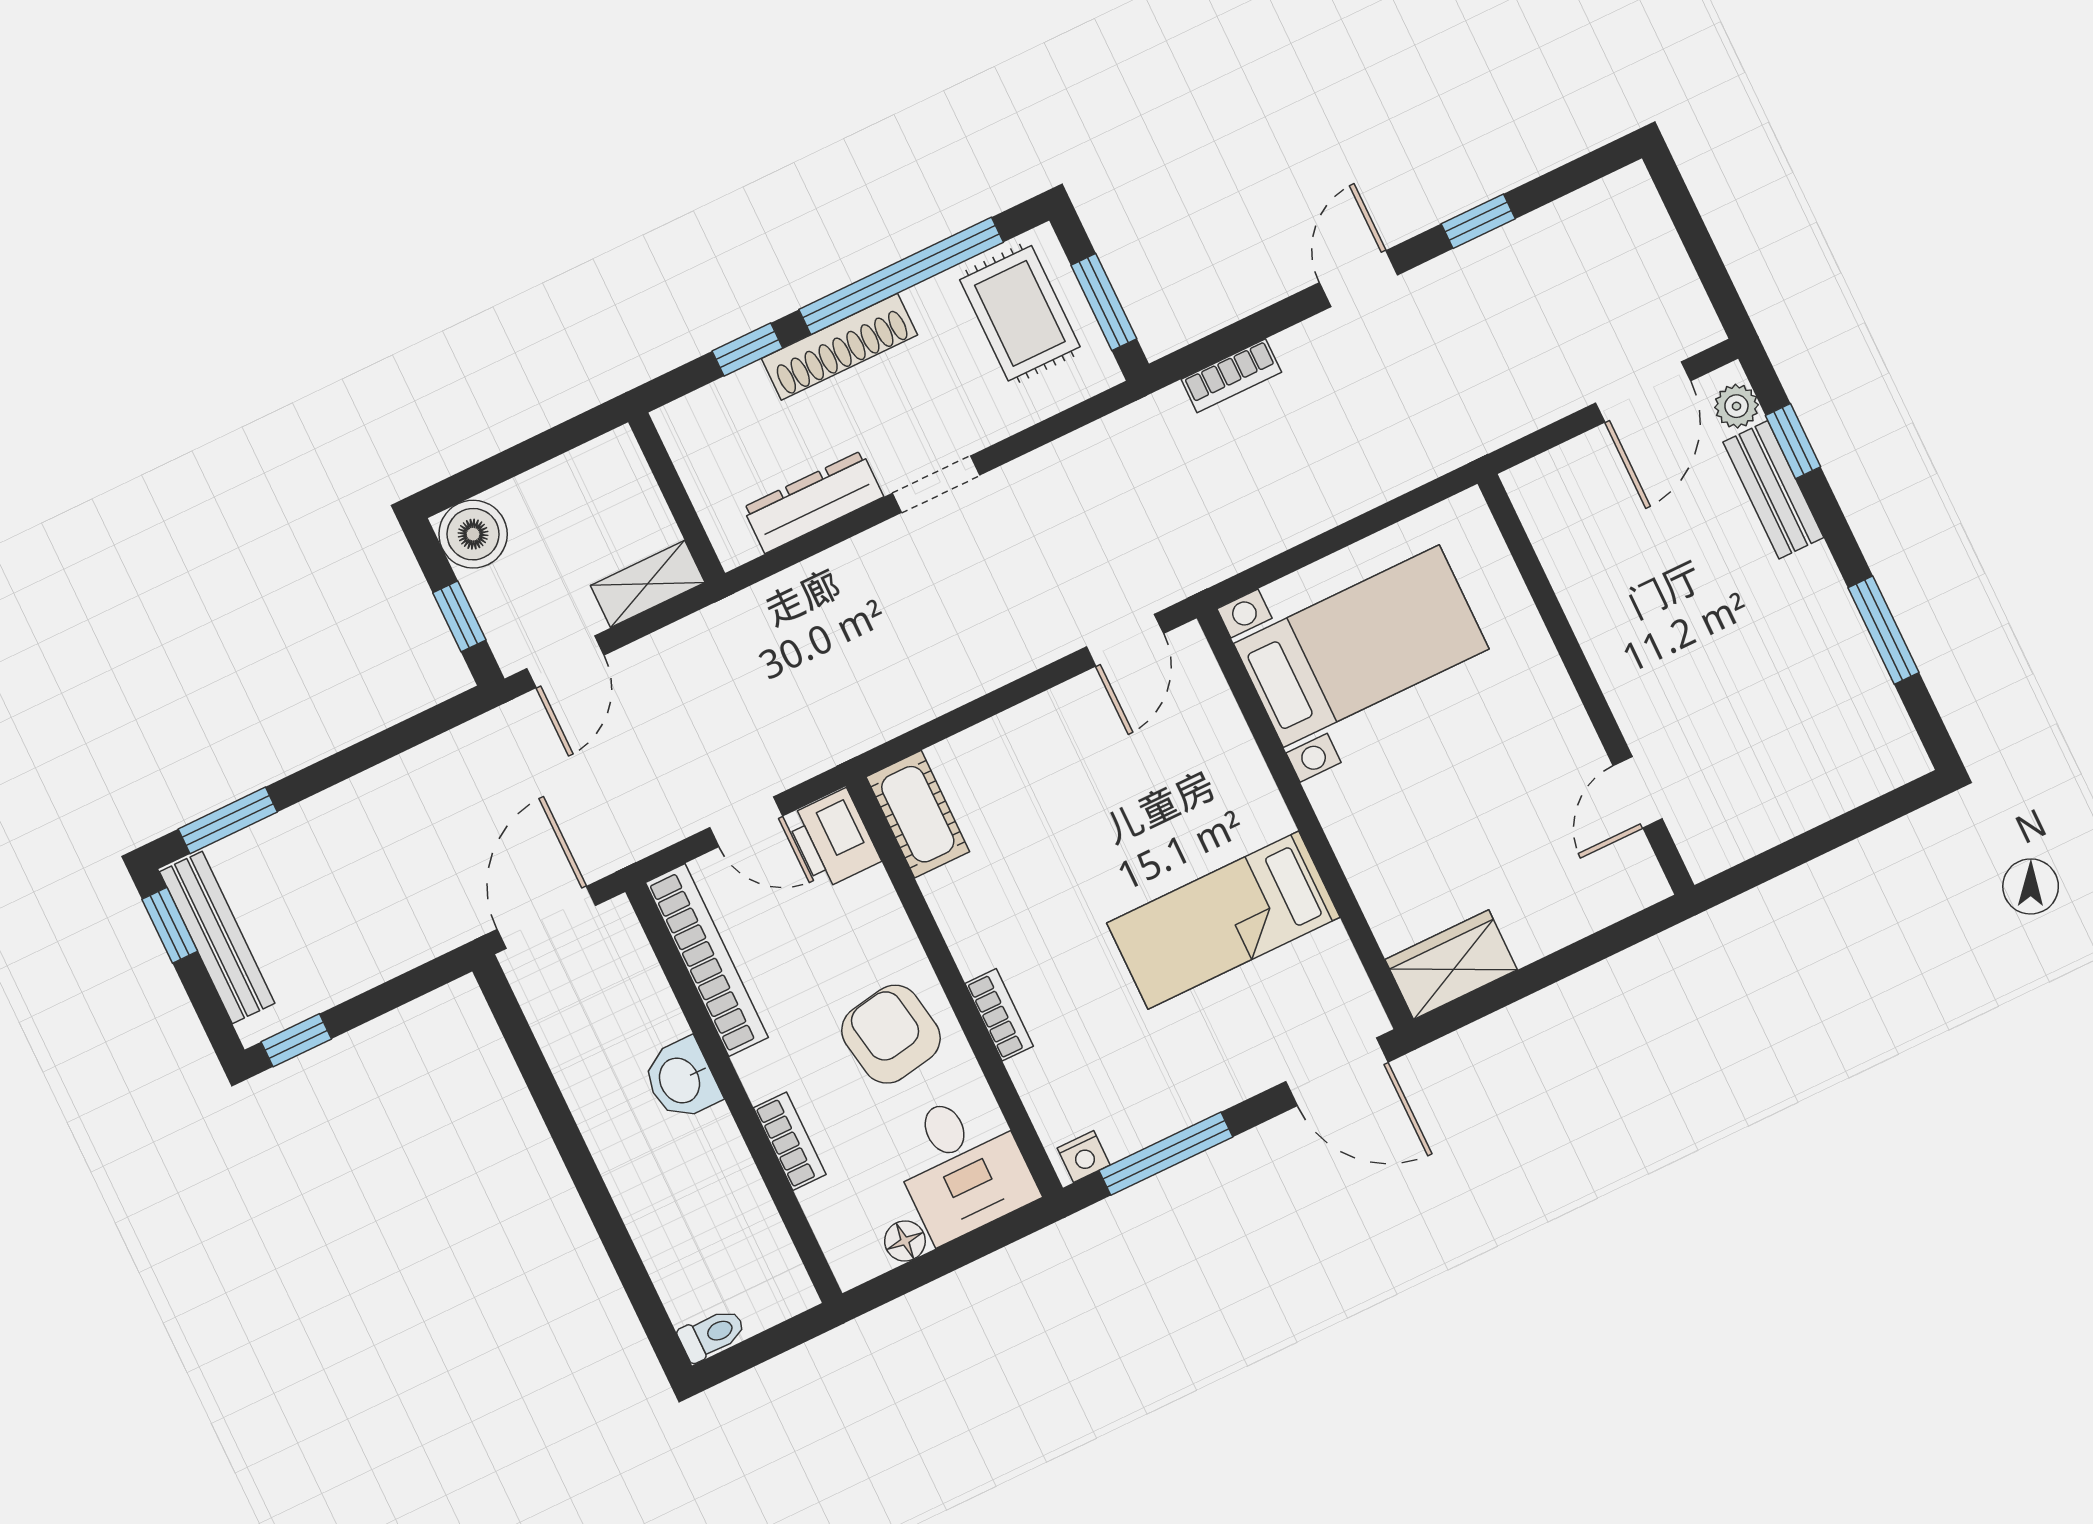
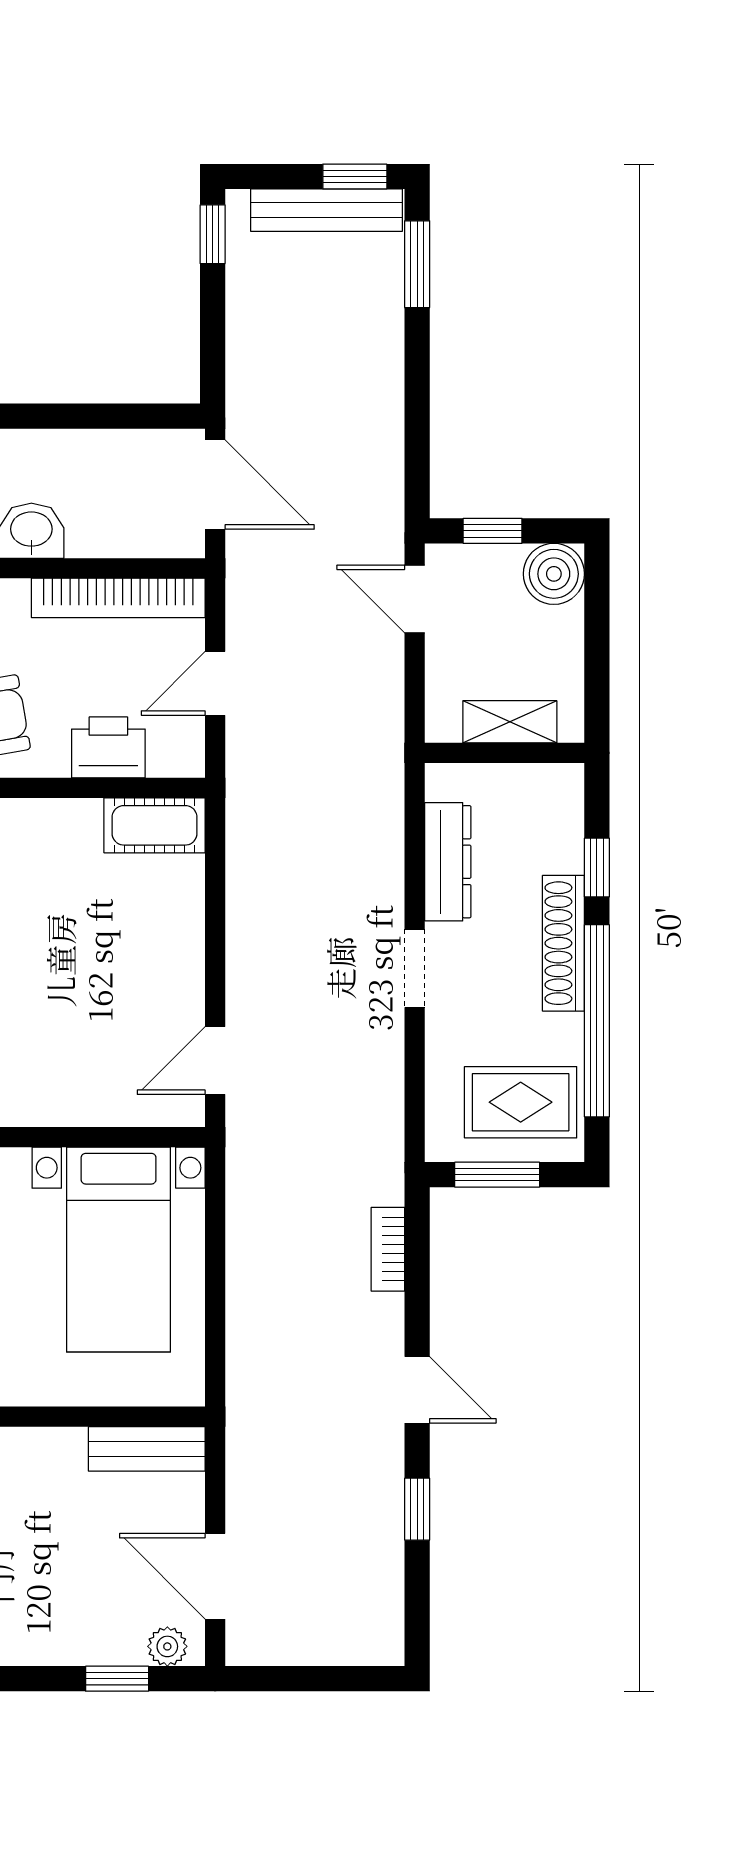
bench: (1773, 490) -> (147, 1449), moved
shelving: (648, 584) -> (510, 722), moved, turned 90
door: (1125, 640) -> (215, 1061), hinge flipped
printer: (833, 839) -> (108, 747), moved

